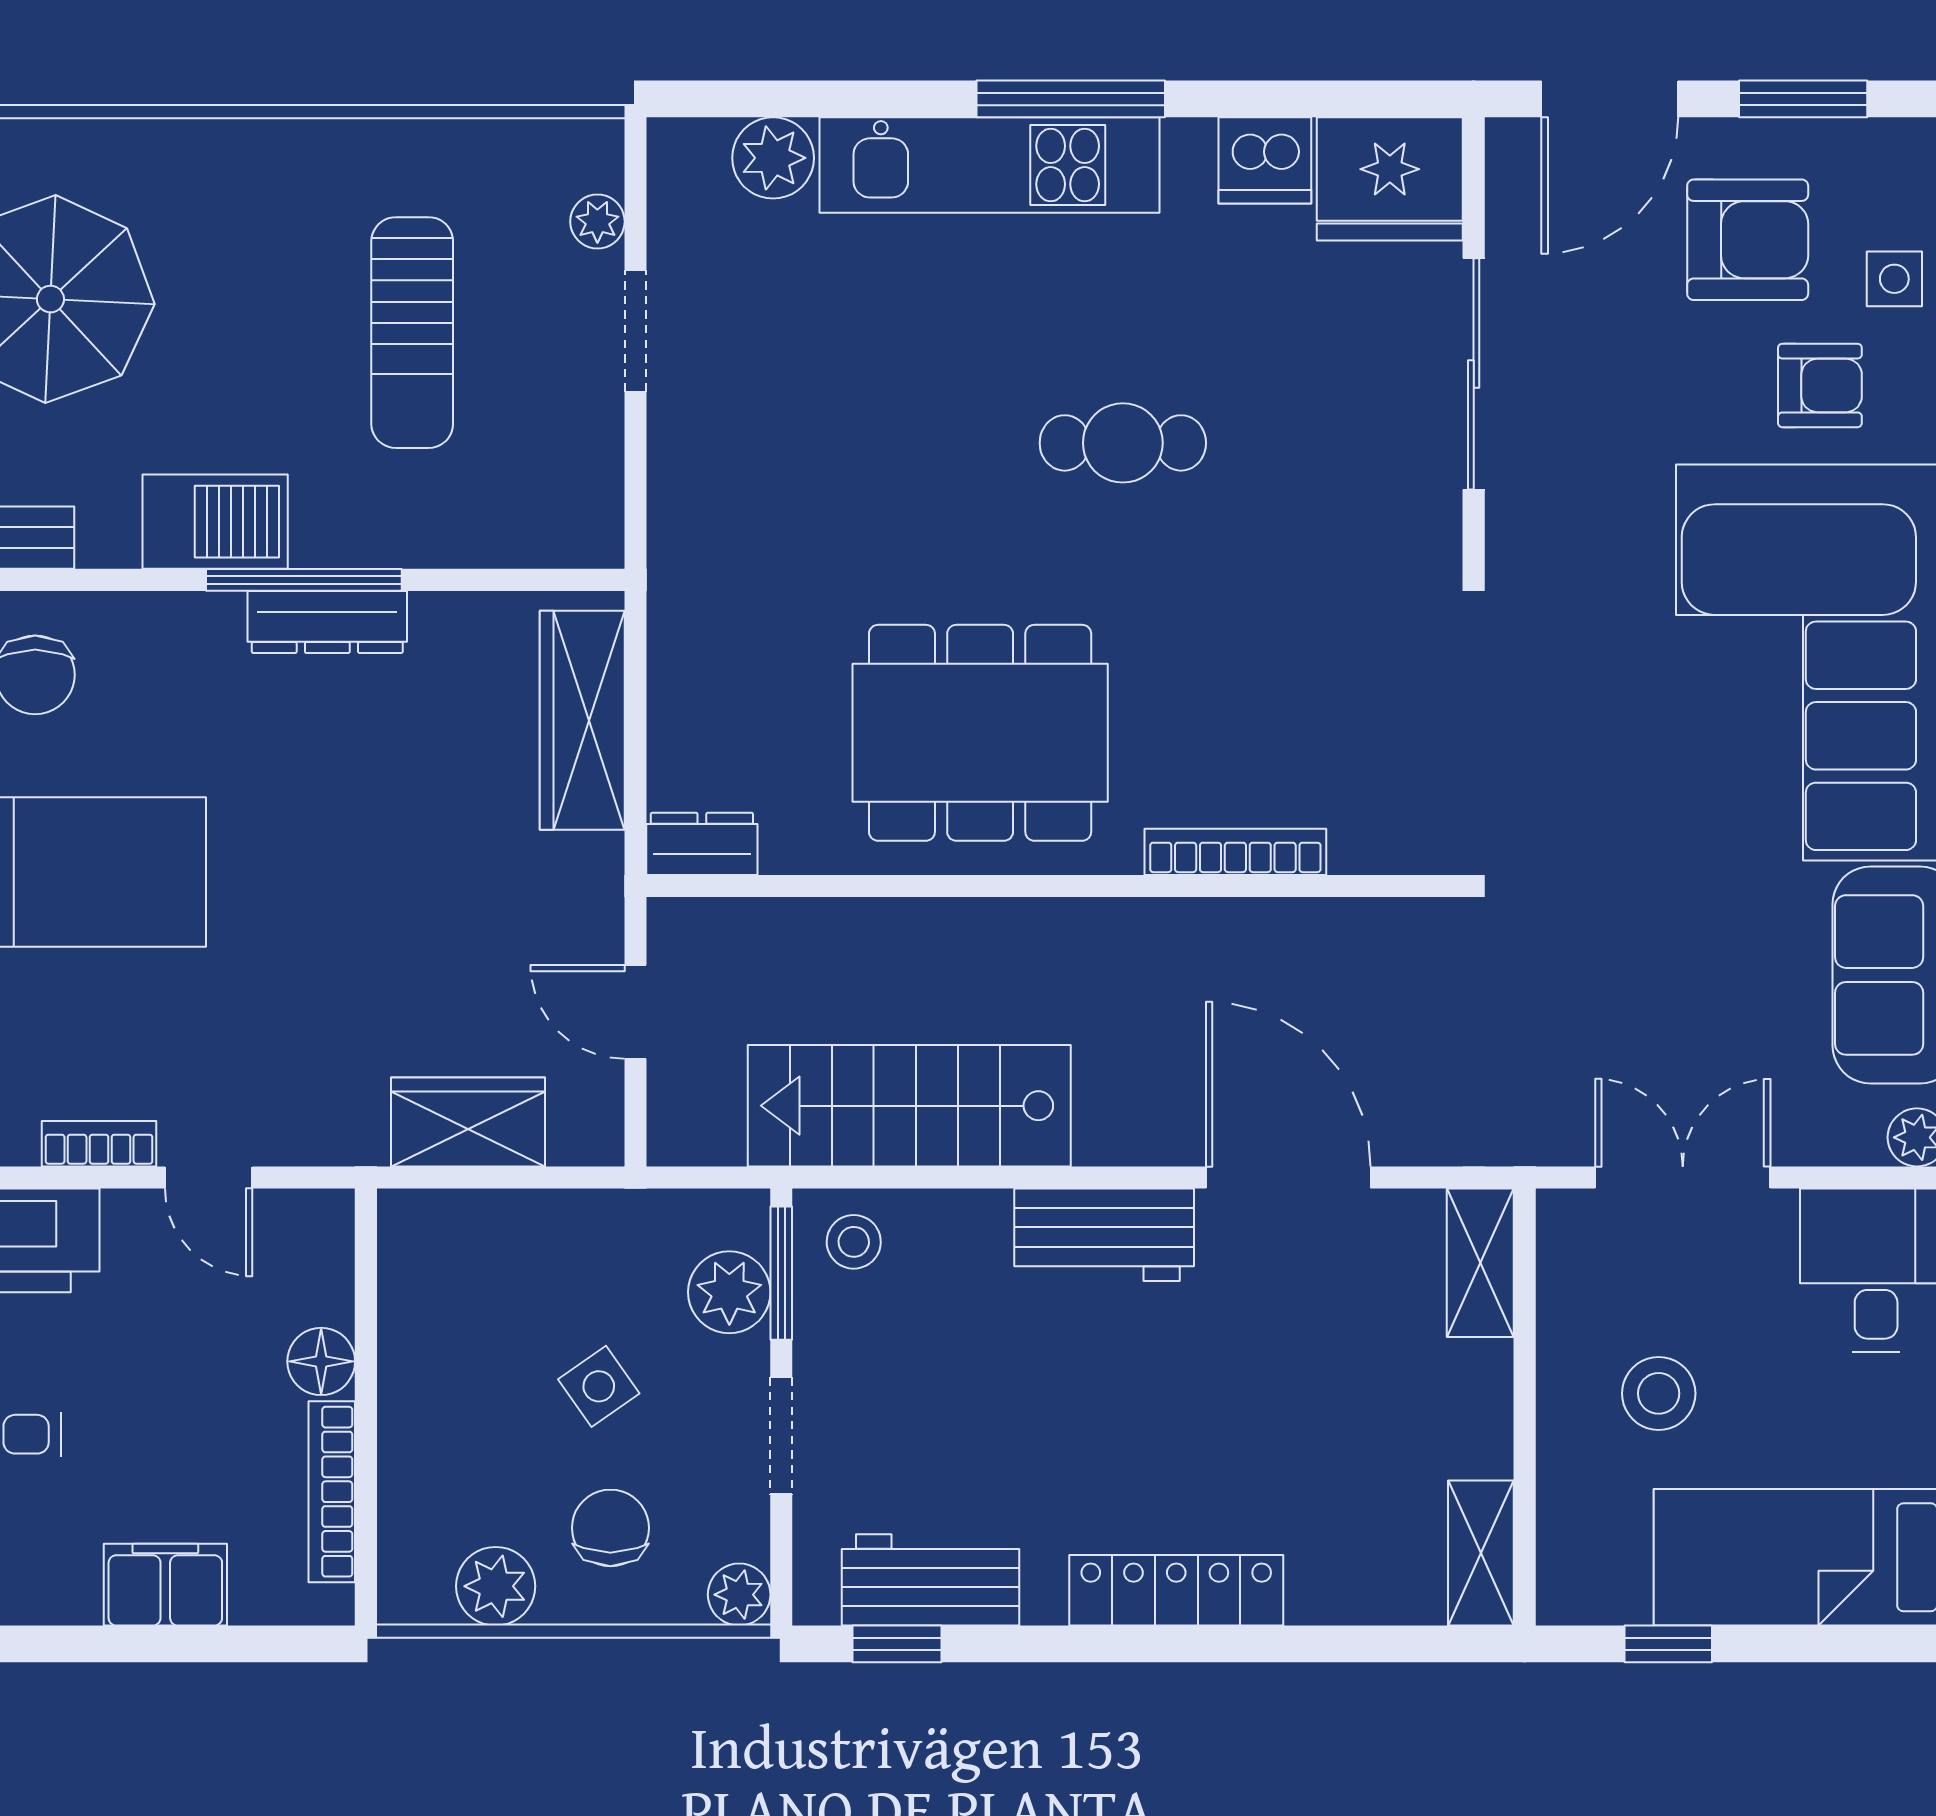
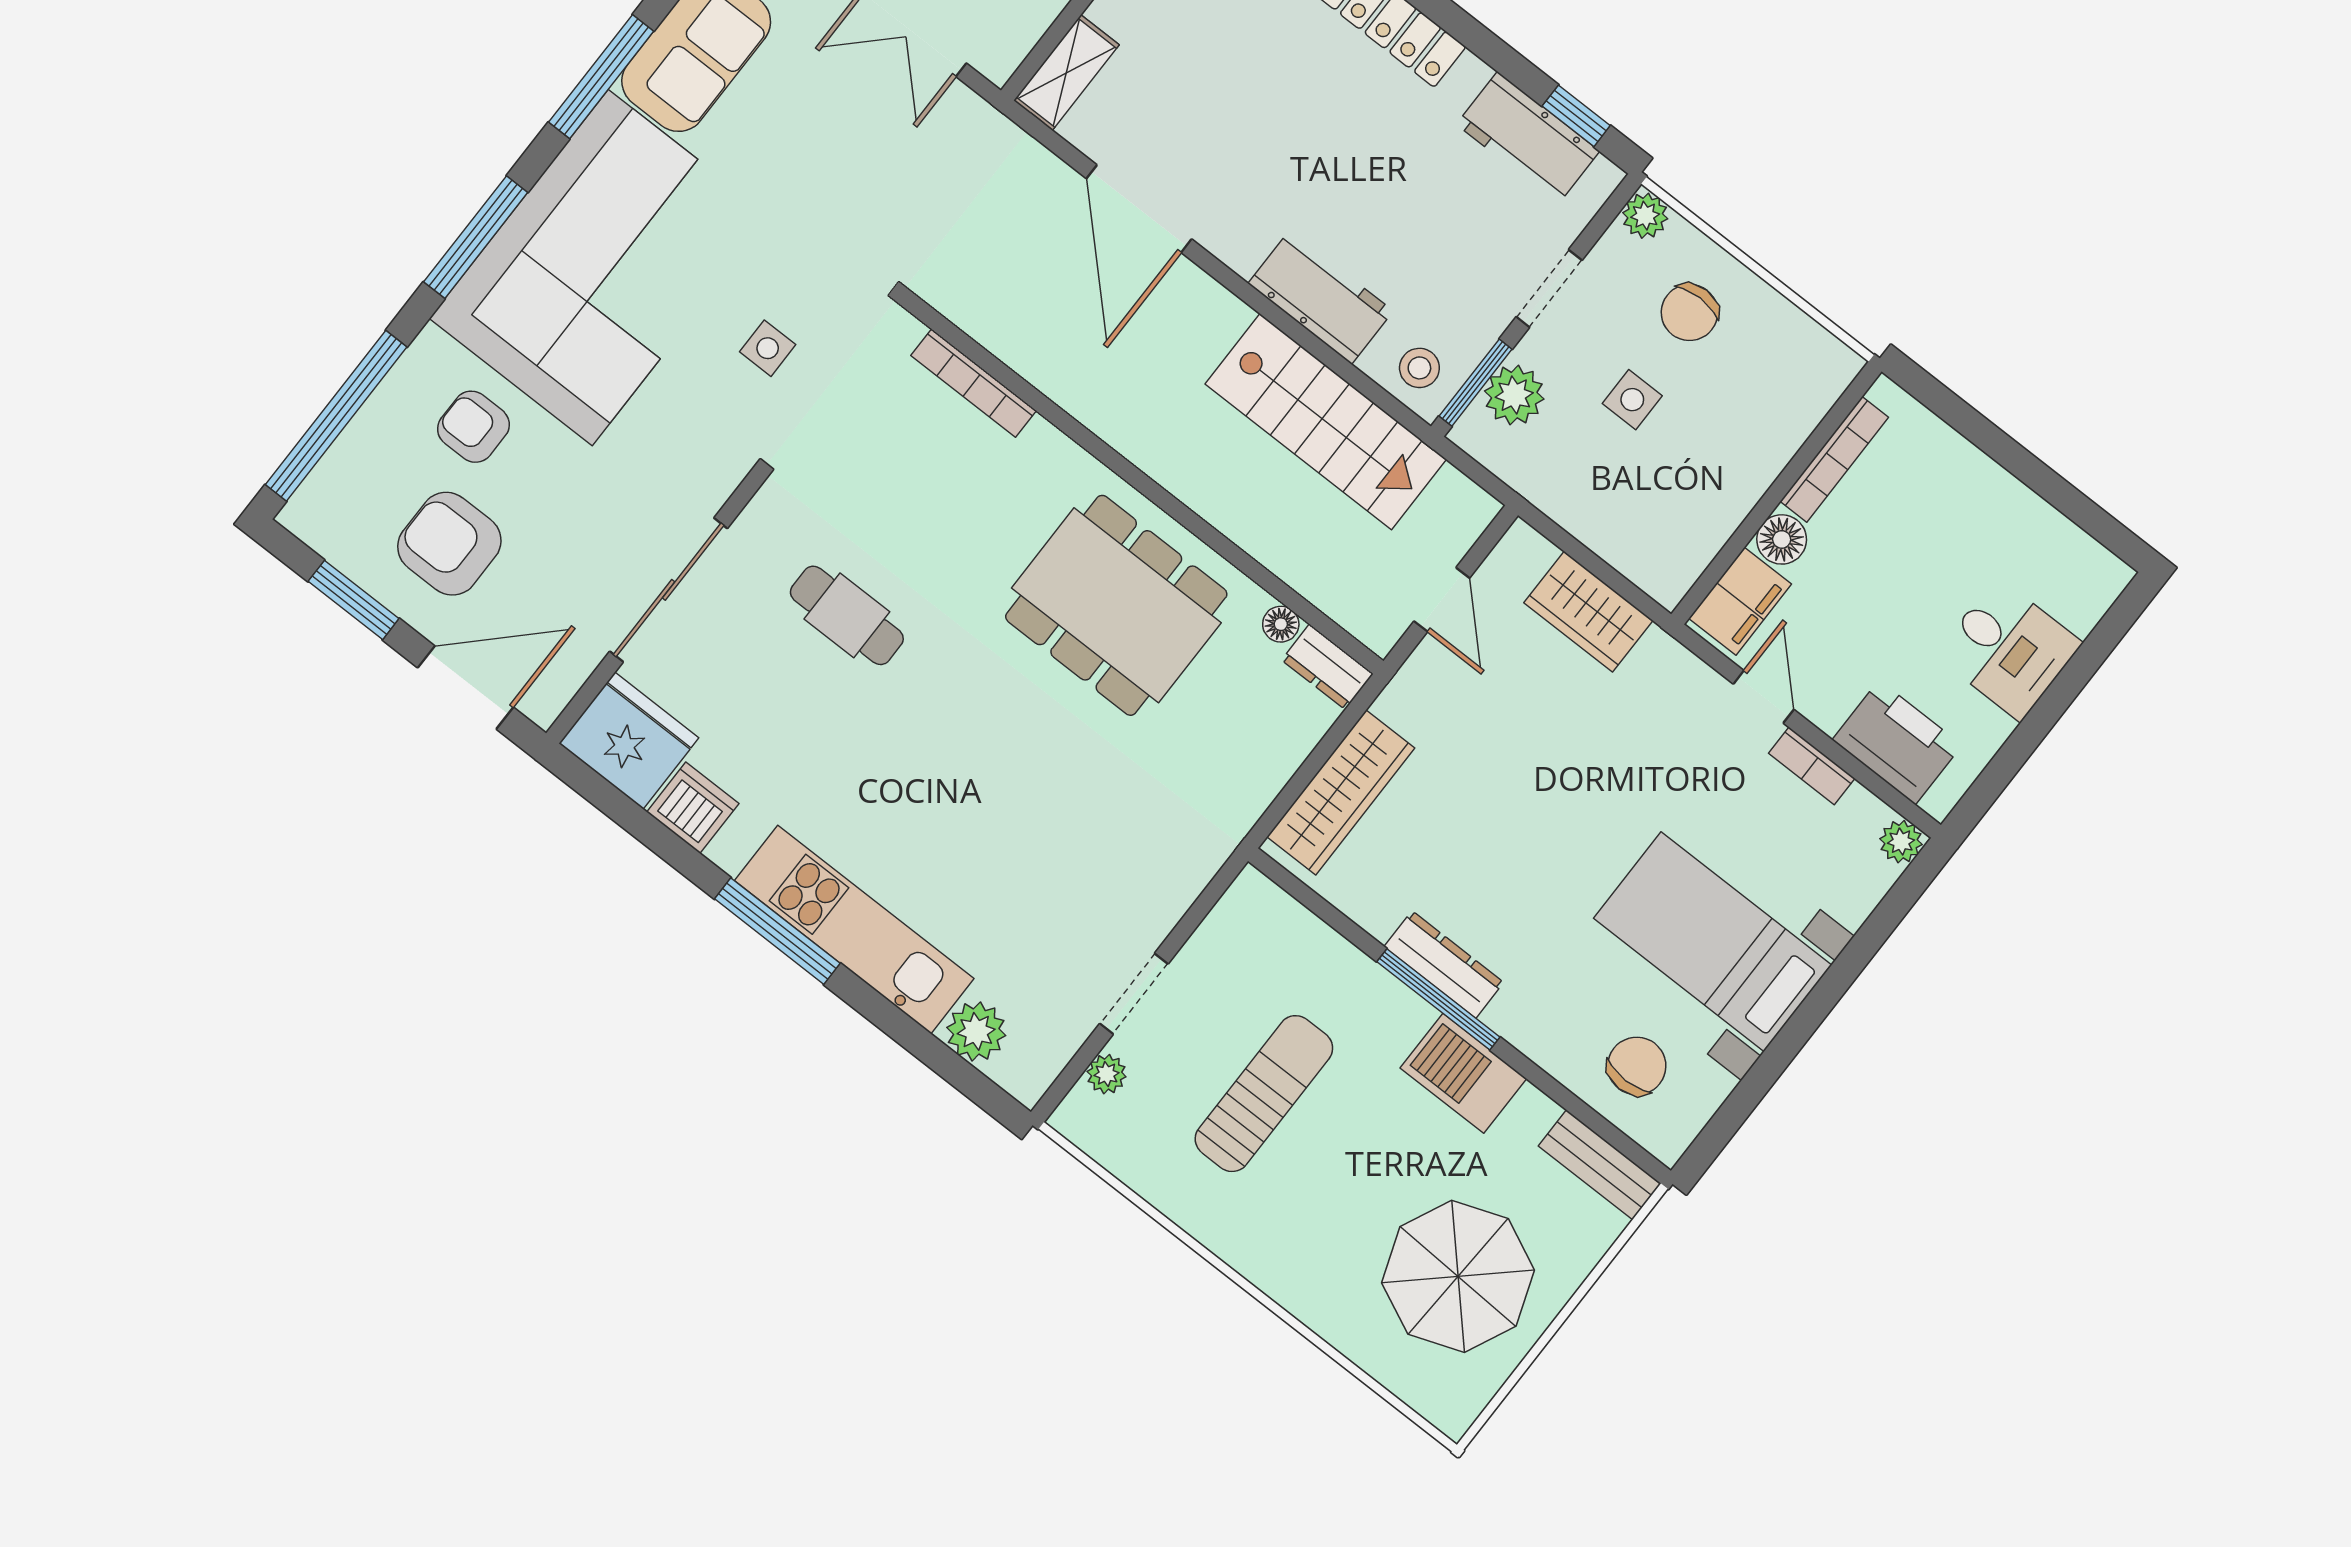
side table: (1894, 279) -> (768, 348), moved
cafe table: (1123, 443) -> (847, 615), moved
floor lamp: (788, 851) -> (1281, 624), added
bookcase: (1235, 852) -> (974, 383), moved
workbench: (1104, 1235) -> (1321, 297), moved
side table: (599, 1386) -> (1632, 400), turned 35
filing cabinet: (165, 1585) -> (1740, 601), moved, turned -90
plant: (496, 1586) -> (1782, 331), removed

